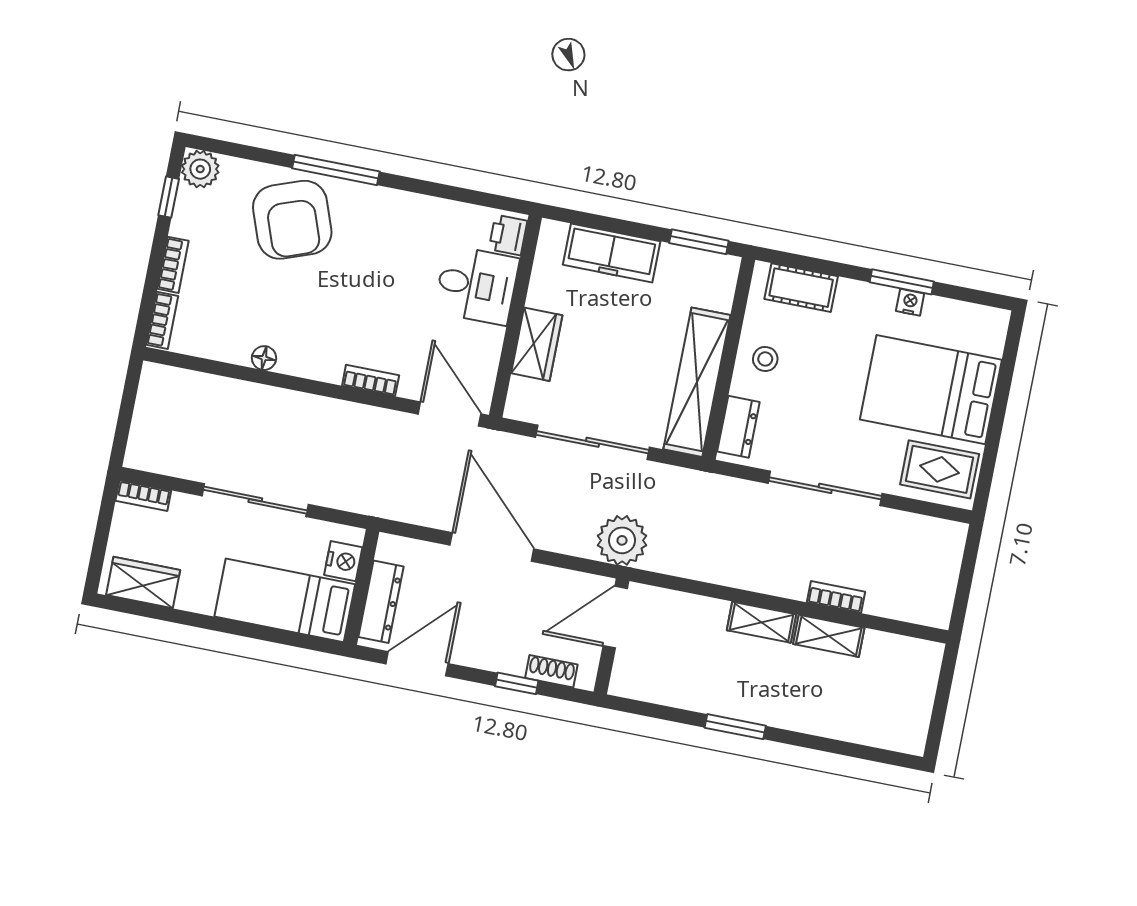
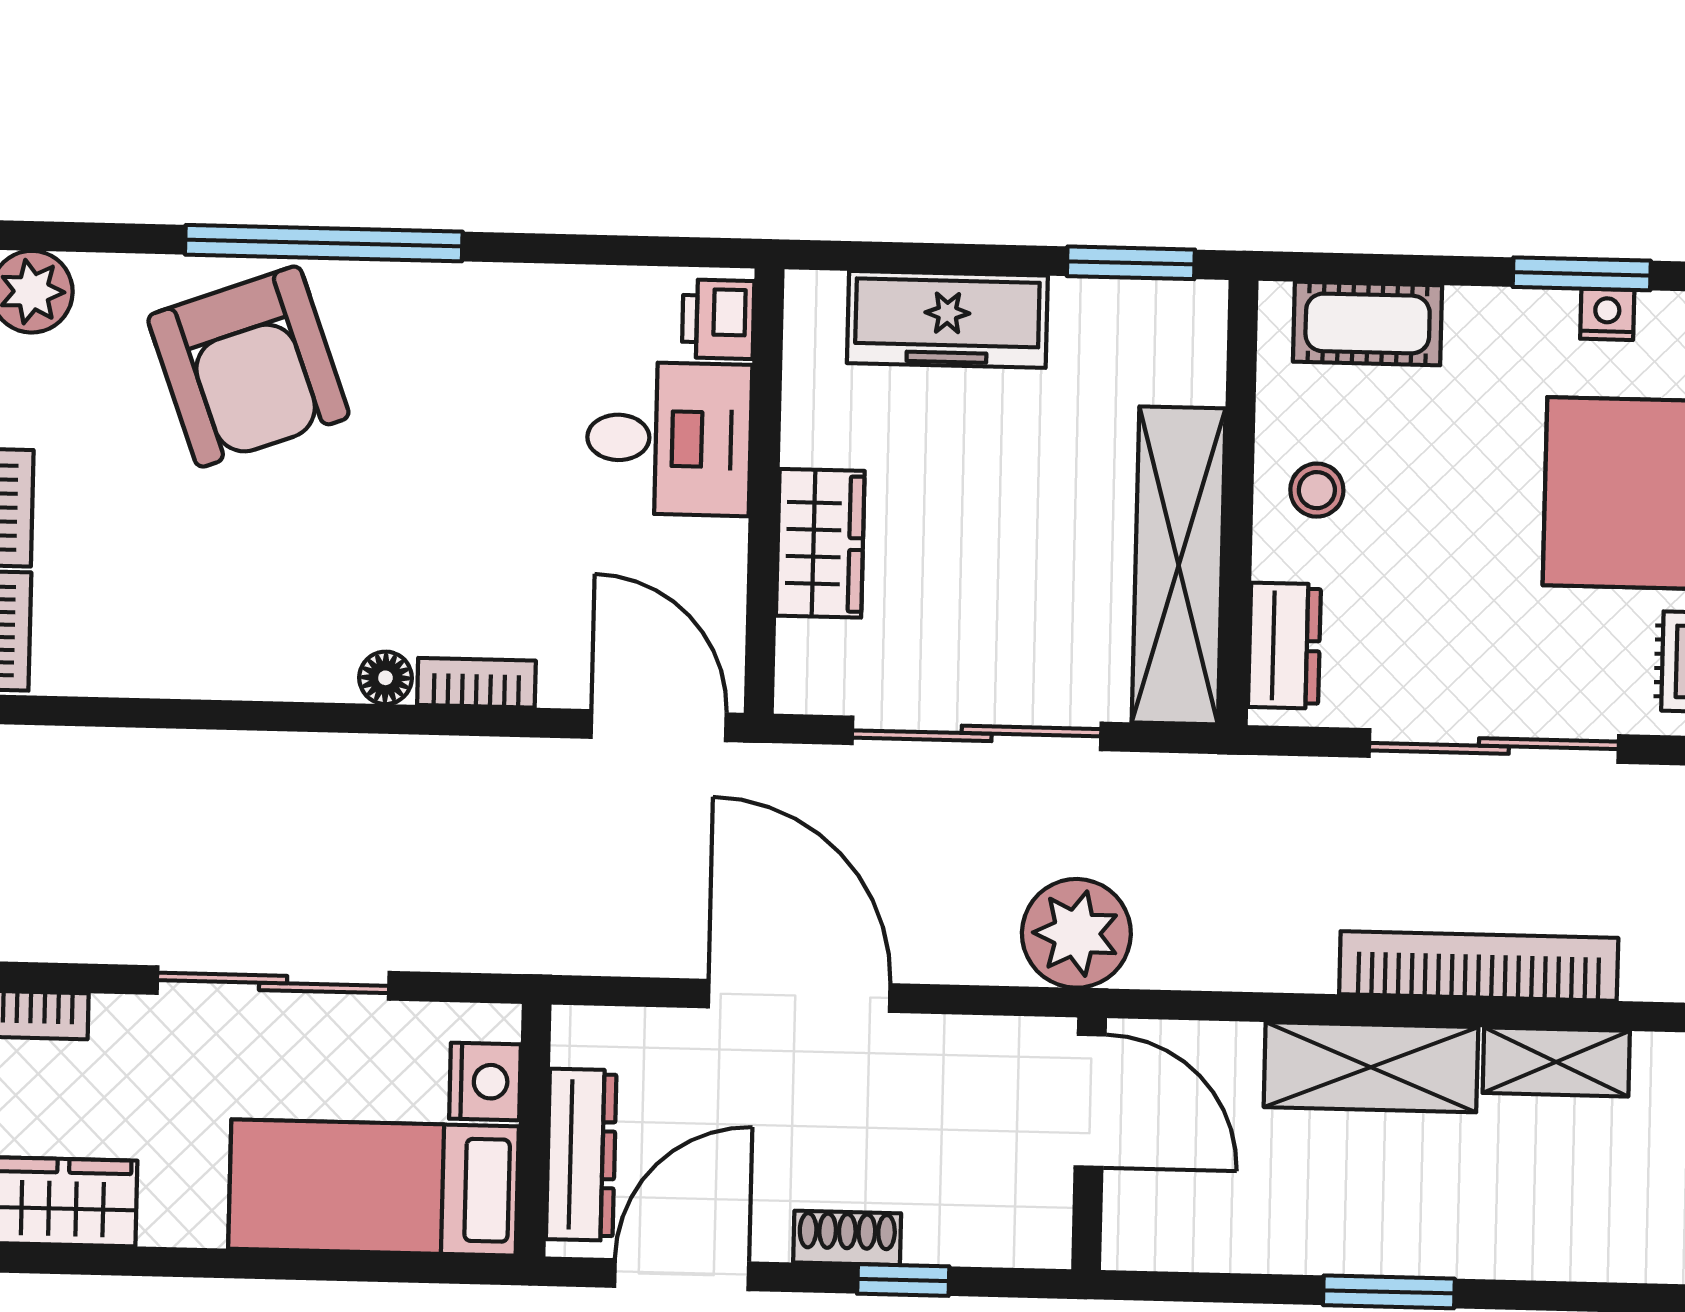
window: (336, 170) -> (324, 243), width x1.46
floor lamp: (264, 358) -> (386, 678), moved
bookcase: (836, 597) -> (1479, 966), width x2.31, depth x1.31
door: (615, 617) -> (1090, 1101), swing flipped
shelving: (762, 622) -> (1371, 1067), width x1.50, depth x1.33
shoe rack: (551, 671) -> (847, 1238), moved

